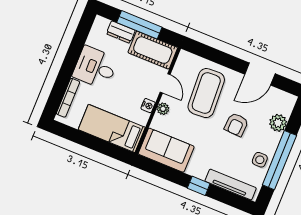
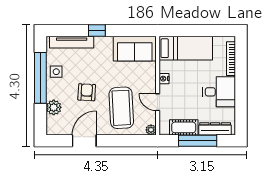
dresser: (121, 32) -> (215, 129), width x1.44
cot: (153, 50) -> (184, 127), width x0.73, depth x0.75
plant: (163, 109) -> (151, 130), moved

